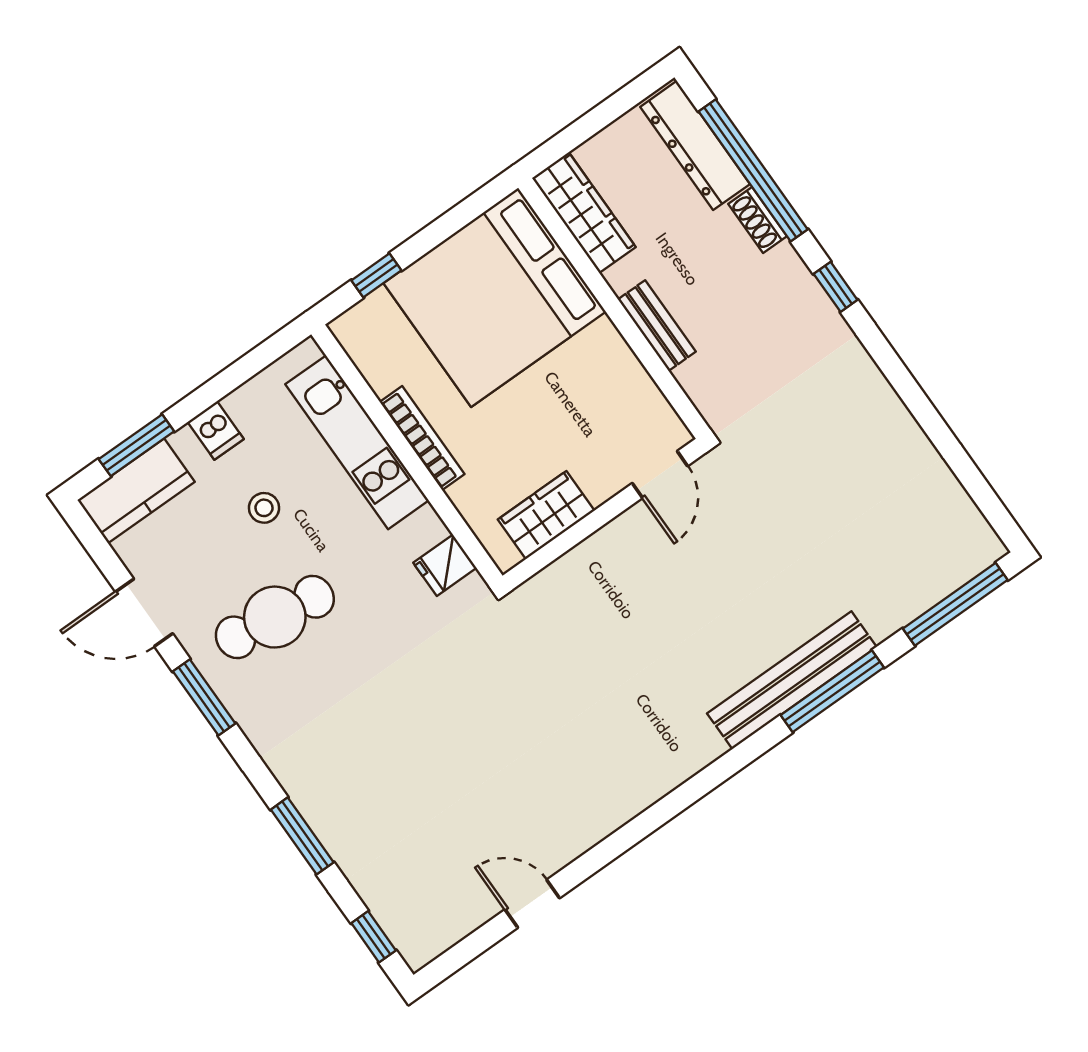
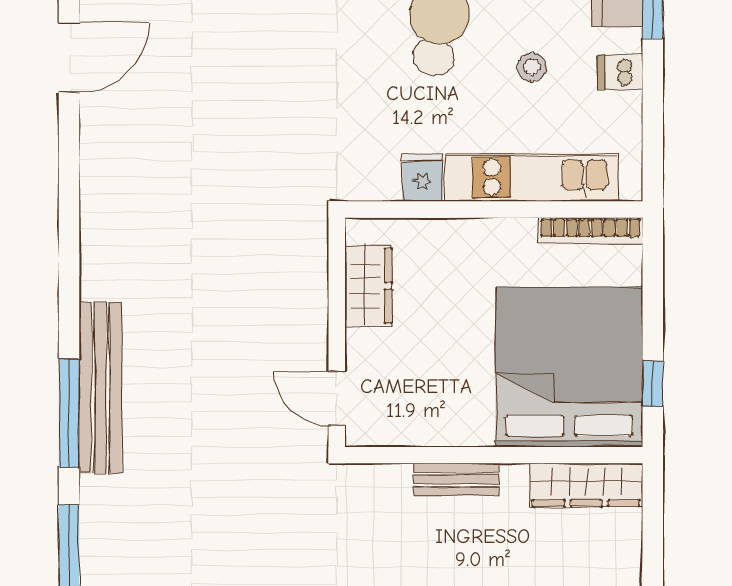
window: (376, 275) -> (653, 384), moved
bookcase: (422, 438) -> (590, 231), moved
fridge: (445, 565) -> (422, 178), moved
door: (532, 904) -> (69, 57), width x1.37

